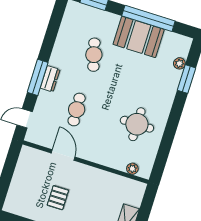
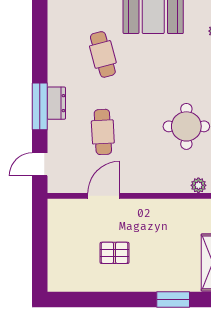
door: (63, 155) -> (104, 196), hinge flipped
pallet: (58, 198) -> (115, 253), turned 90

